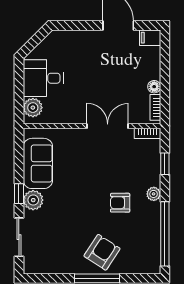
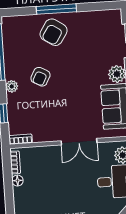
double door: (108, 126) -> (79, 142), moved
armchair: (120, 203) -> (40, 77), turned 118

